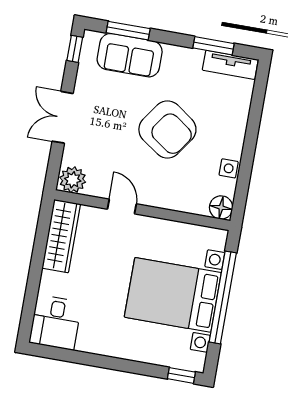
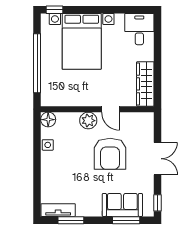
armchair: (167, 129) -> (110, 154), moved, turned -125
plant: (73, 180) -> (88, 121), moved
bed with nightstands: (173, 295) -> (82, 41), moved, turned 90

